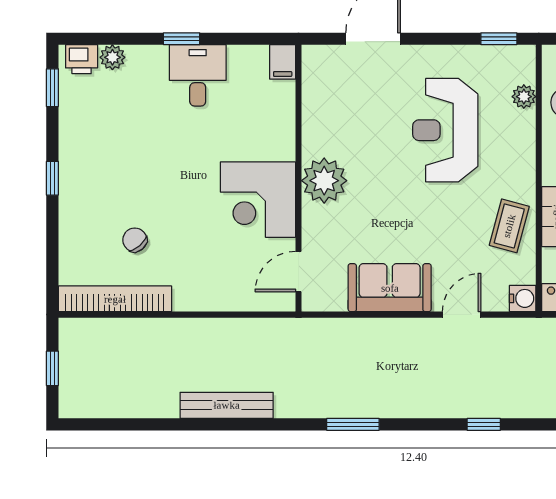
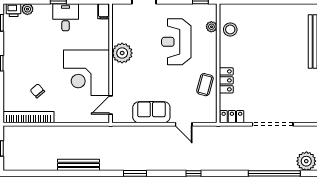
plant: (324, 181) -> (122, 53), moved
corner desk: (258, 200) -> (86, 73), width x1.36, depth x1.36
water cooler: (523, 298) -> (211, 117), removed
door: (462, 315) -> (184, 124), swing flipped

